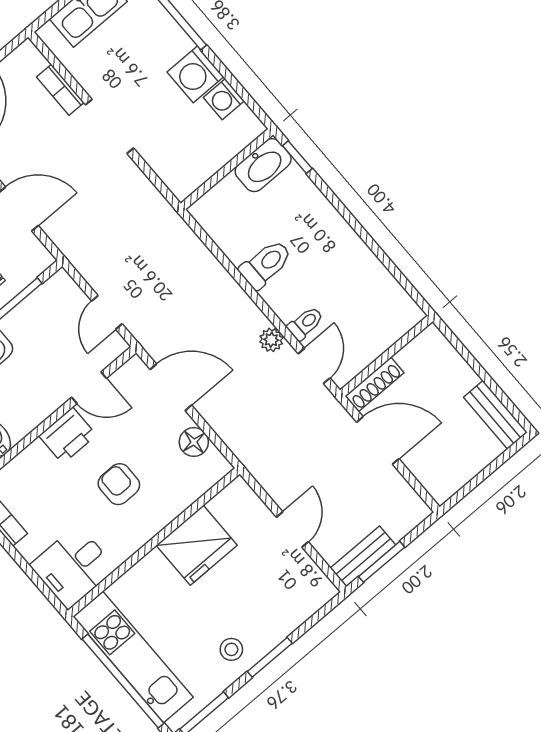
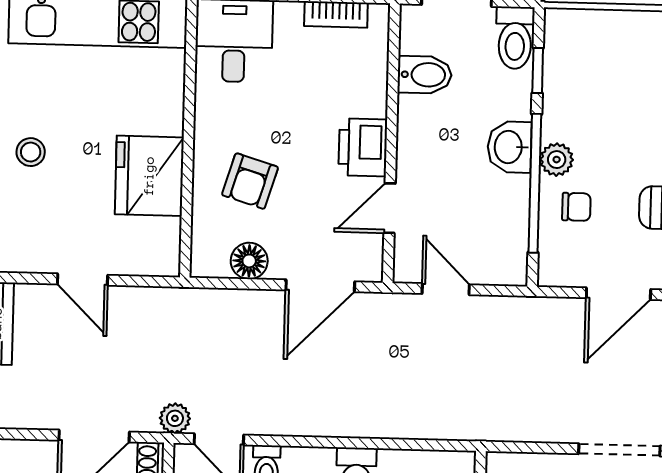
plant: (271, 340) -> (175, 418), moved
armchair: (119, 484) -> (250, 181), moved, turned 107
stool: (231, 649) -> (31, 152), moved

